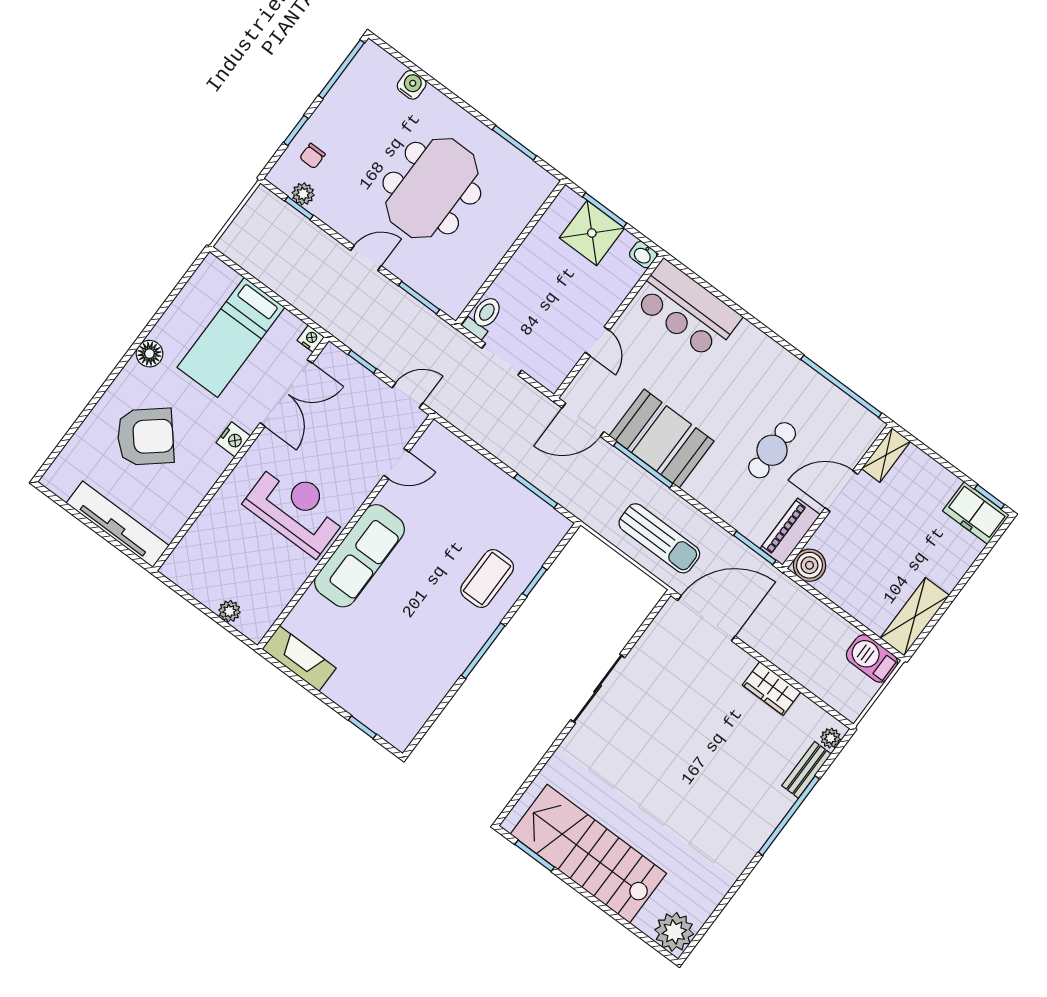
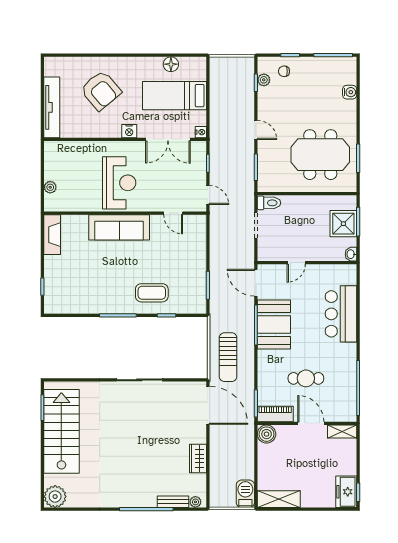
meeting table: (432, 188) -> (320, 155), moved
bar counter: (687, 309) -> (341, 314), moved
floor lamp: (149, 354) -> (171, 64), moved

